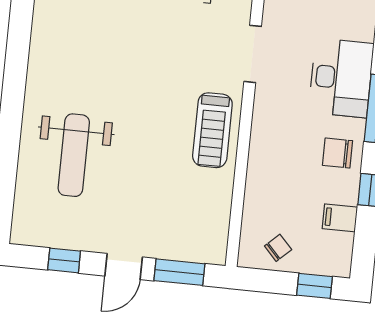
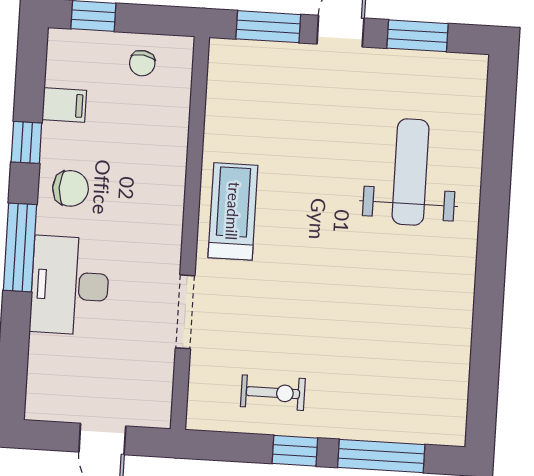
chair: (278, 248) -> (142, 63), turned -39
window: (64, 260) -> (418, 36), width x1.50

